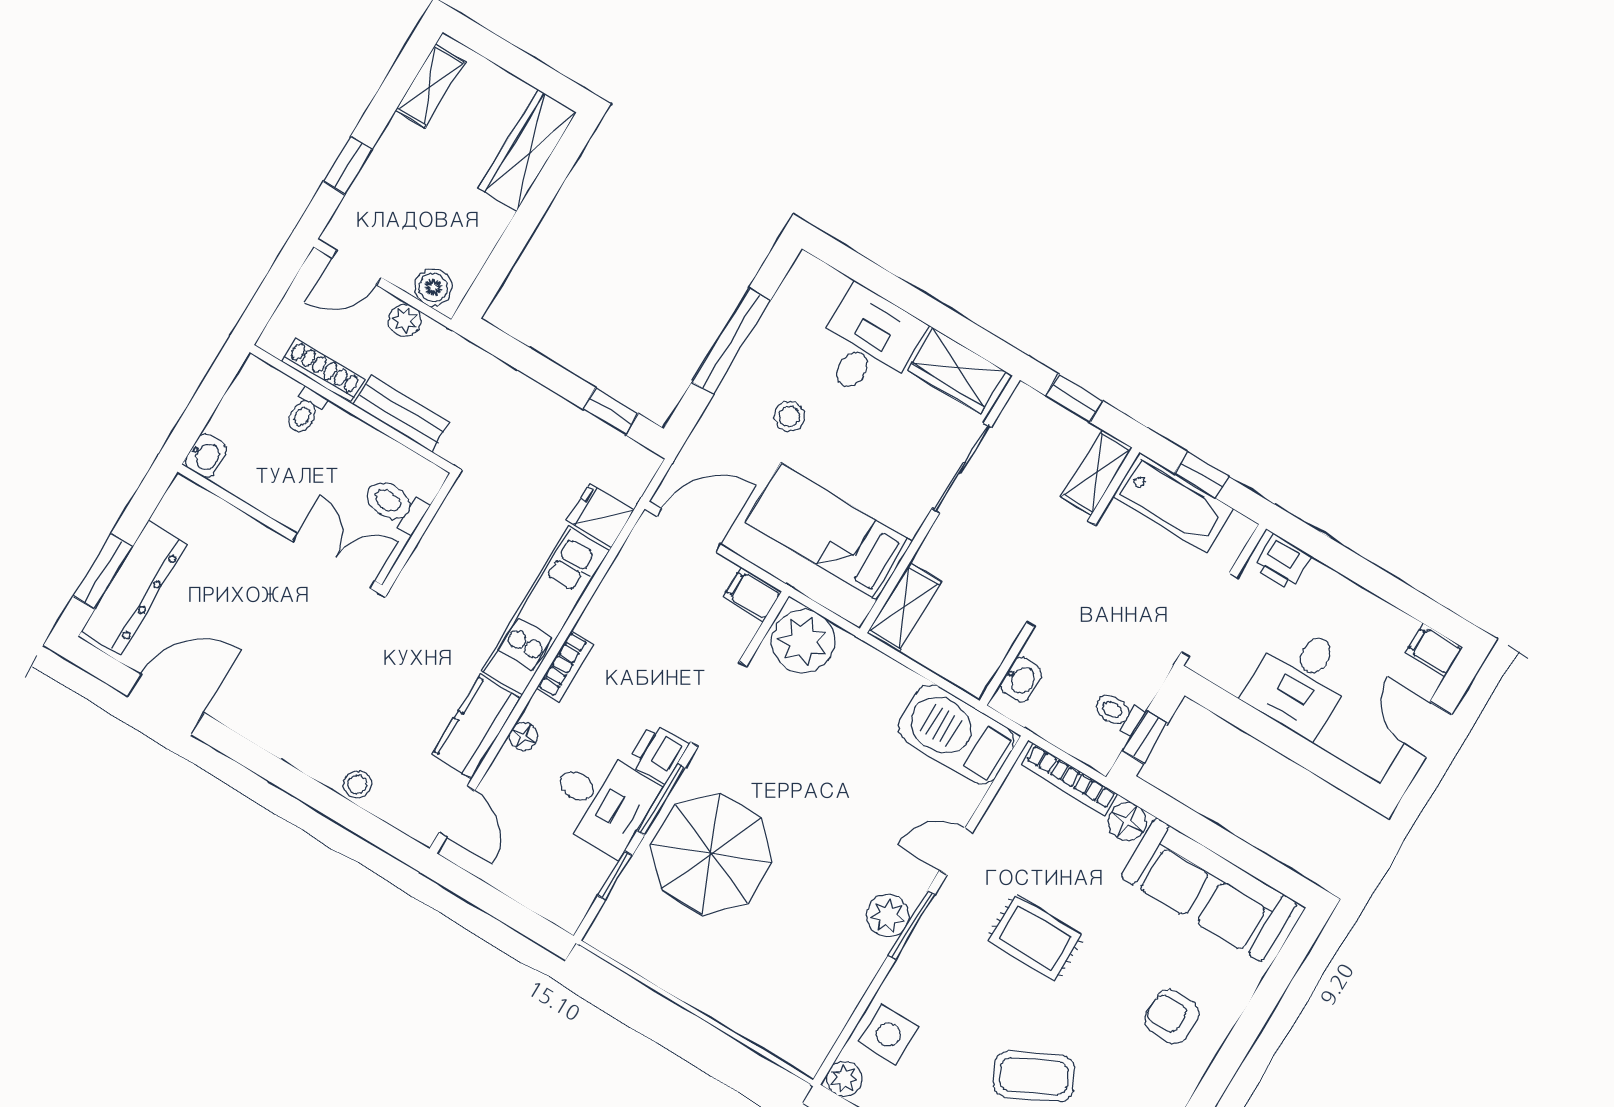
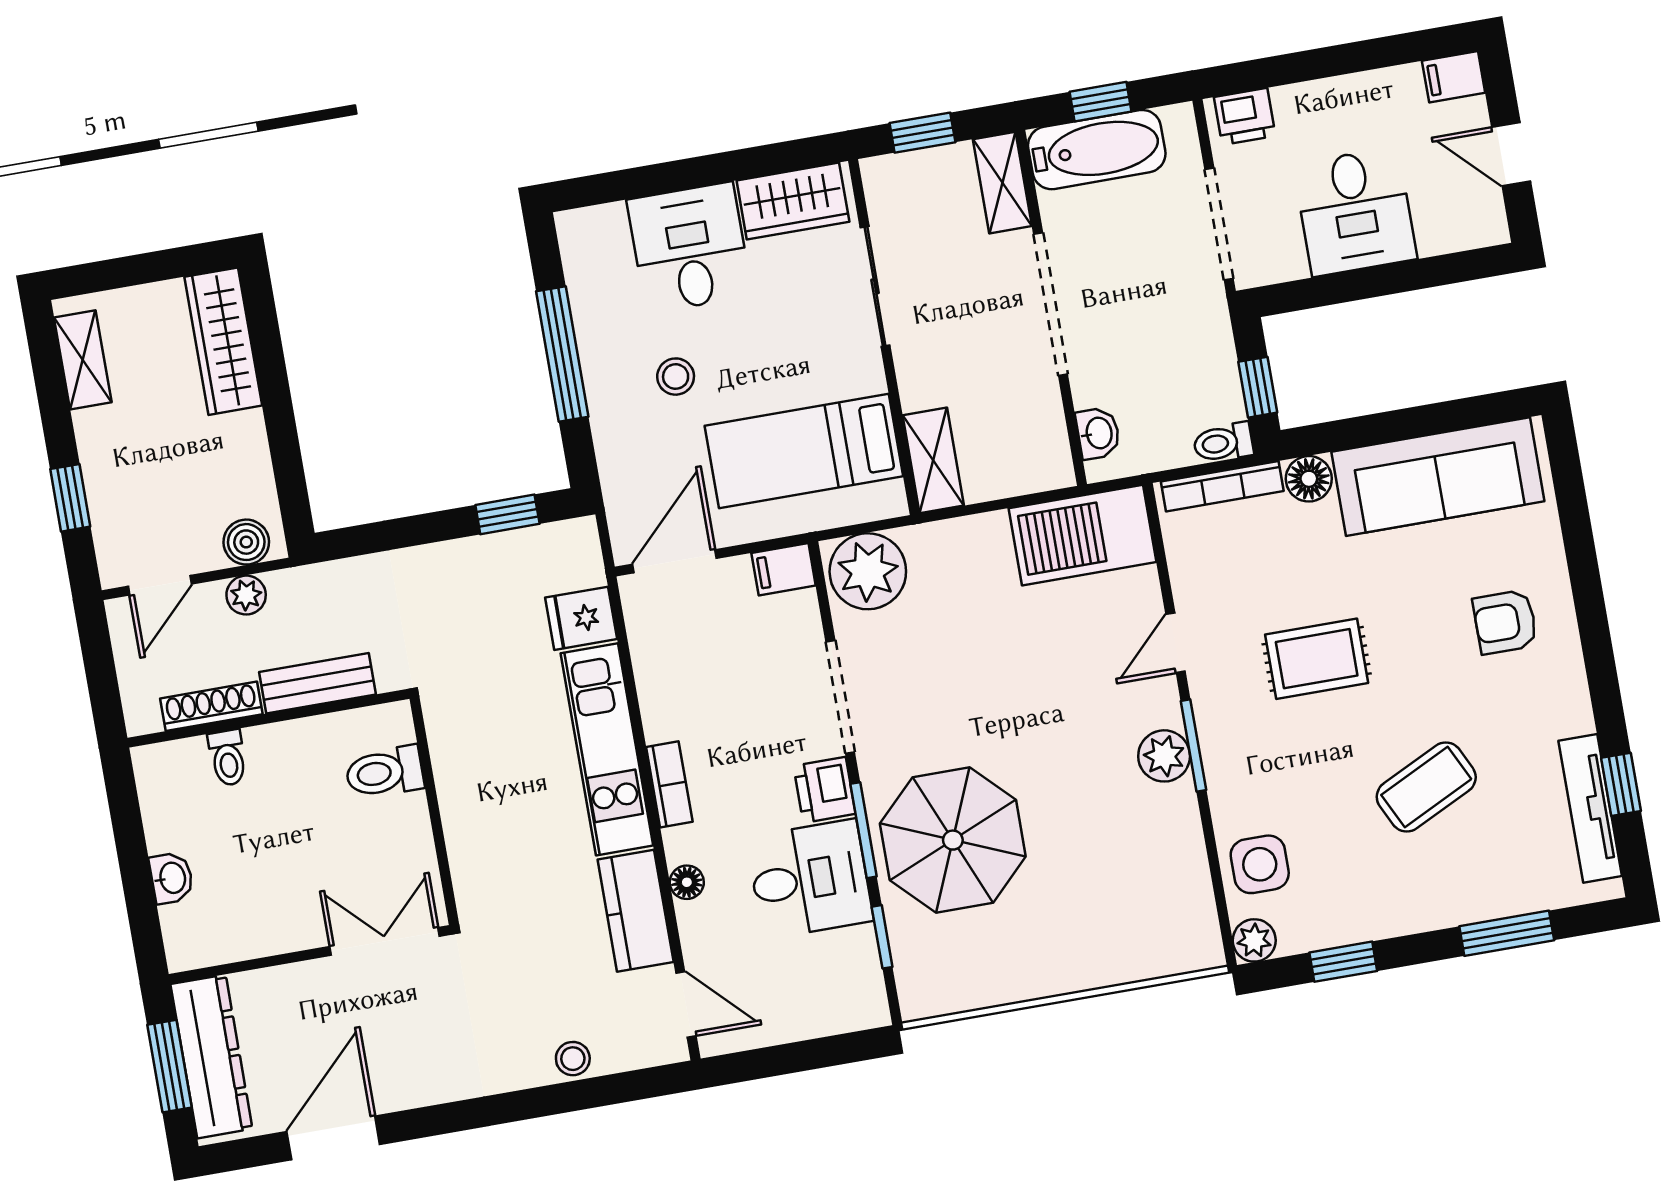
wall: (280, 528) -> (310, 955), moved
double door: (334, 561) -> (385, 941), moved
toilet: (1118, 713) -> (1223, 443), moved

